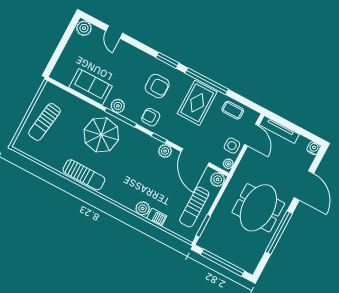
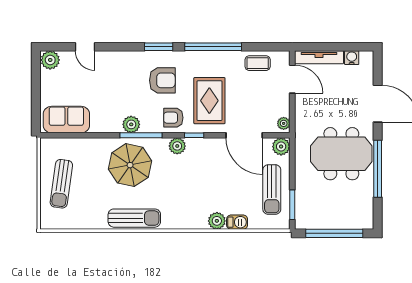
sofa: (91, 87) -> (66, 120), moved
rug: (197, 103) -> (209, 101), moved
side table: (232, 146) -> (277, 102), removed
water cooler: (314, 148) -> (352, 58), moved
plant: (165, 151) -> (177, 146), moved
meeting table: (258, 208) -> (341, 154), turned 90

